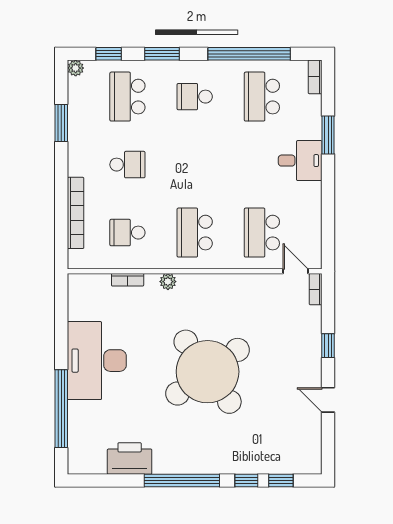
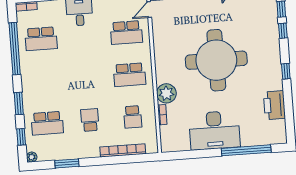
school desk: (195, 97) -> (44, 81), removed
plant: (168, 282) -> (166, 93), width x1.88, depth x1.88
round table: (208, 372) -> (216, 60), turned 36
window: (182, 481) -> (286, 71), width x0.32

